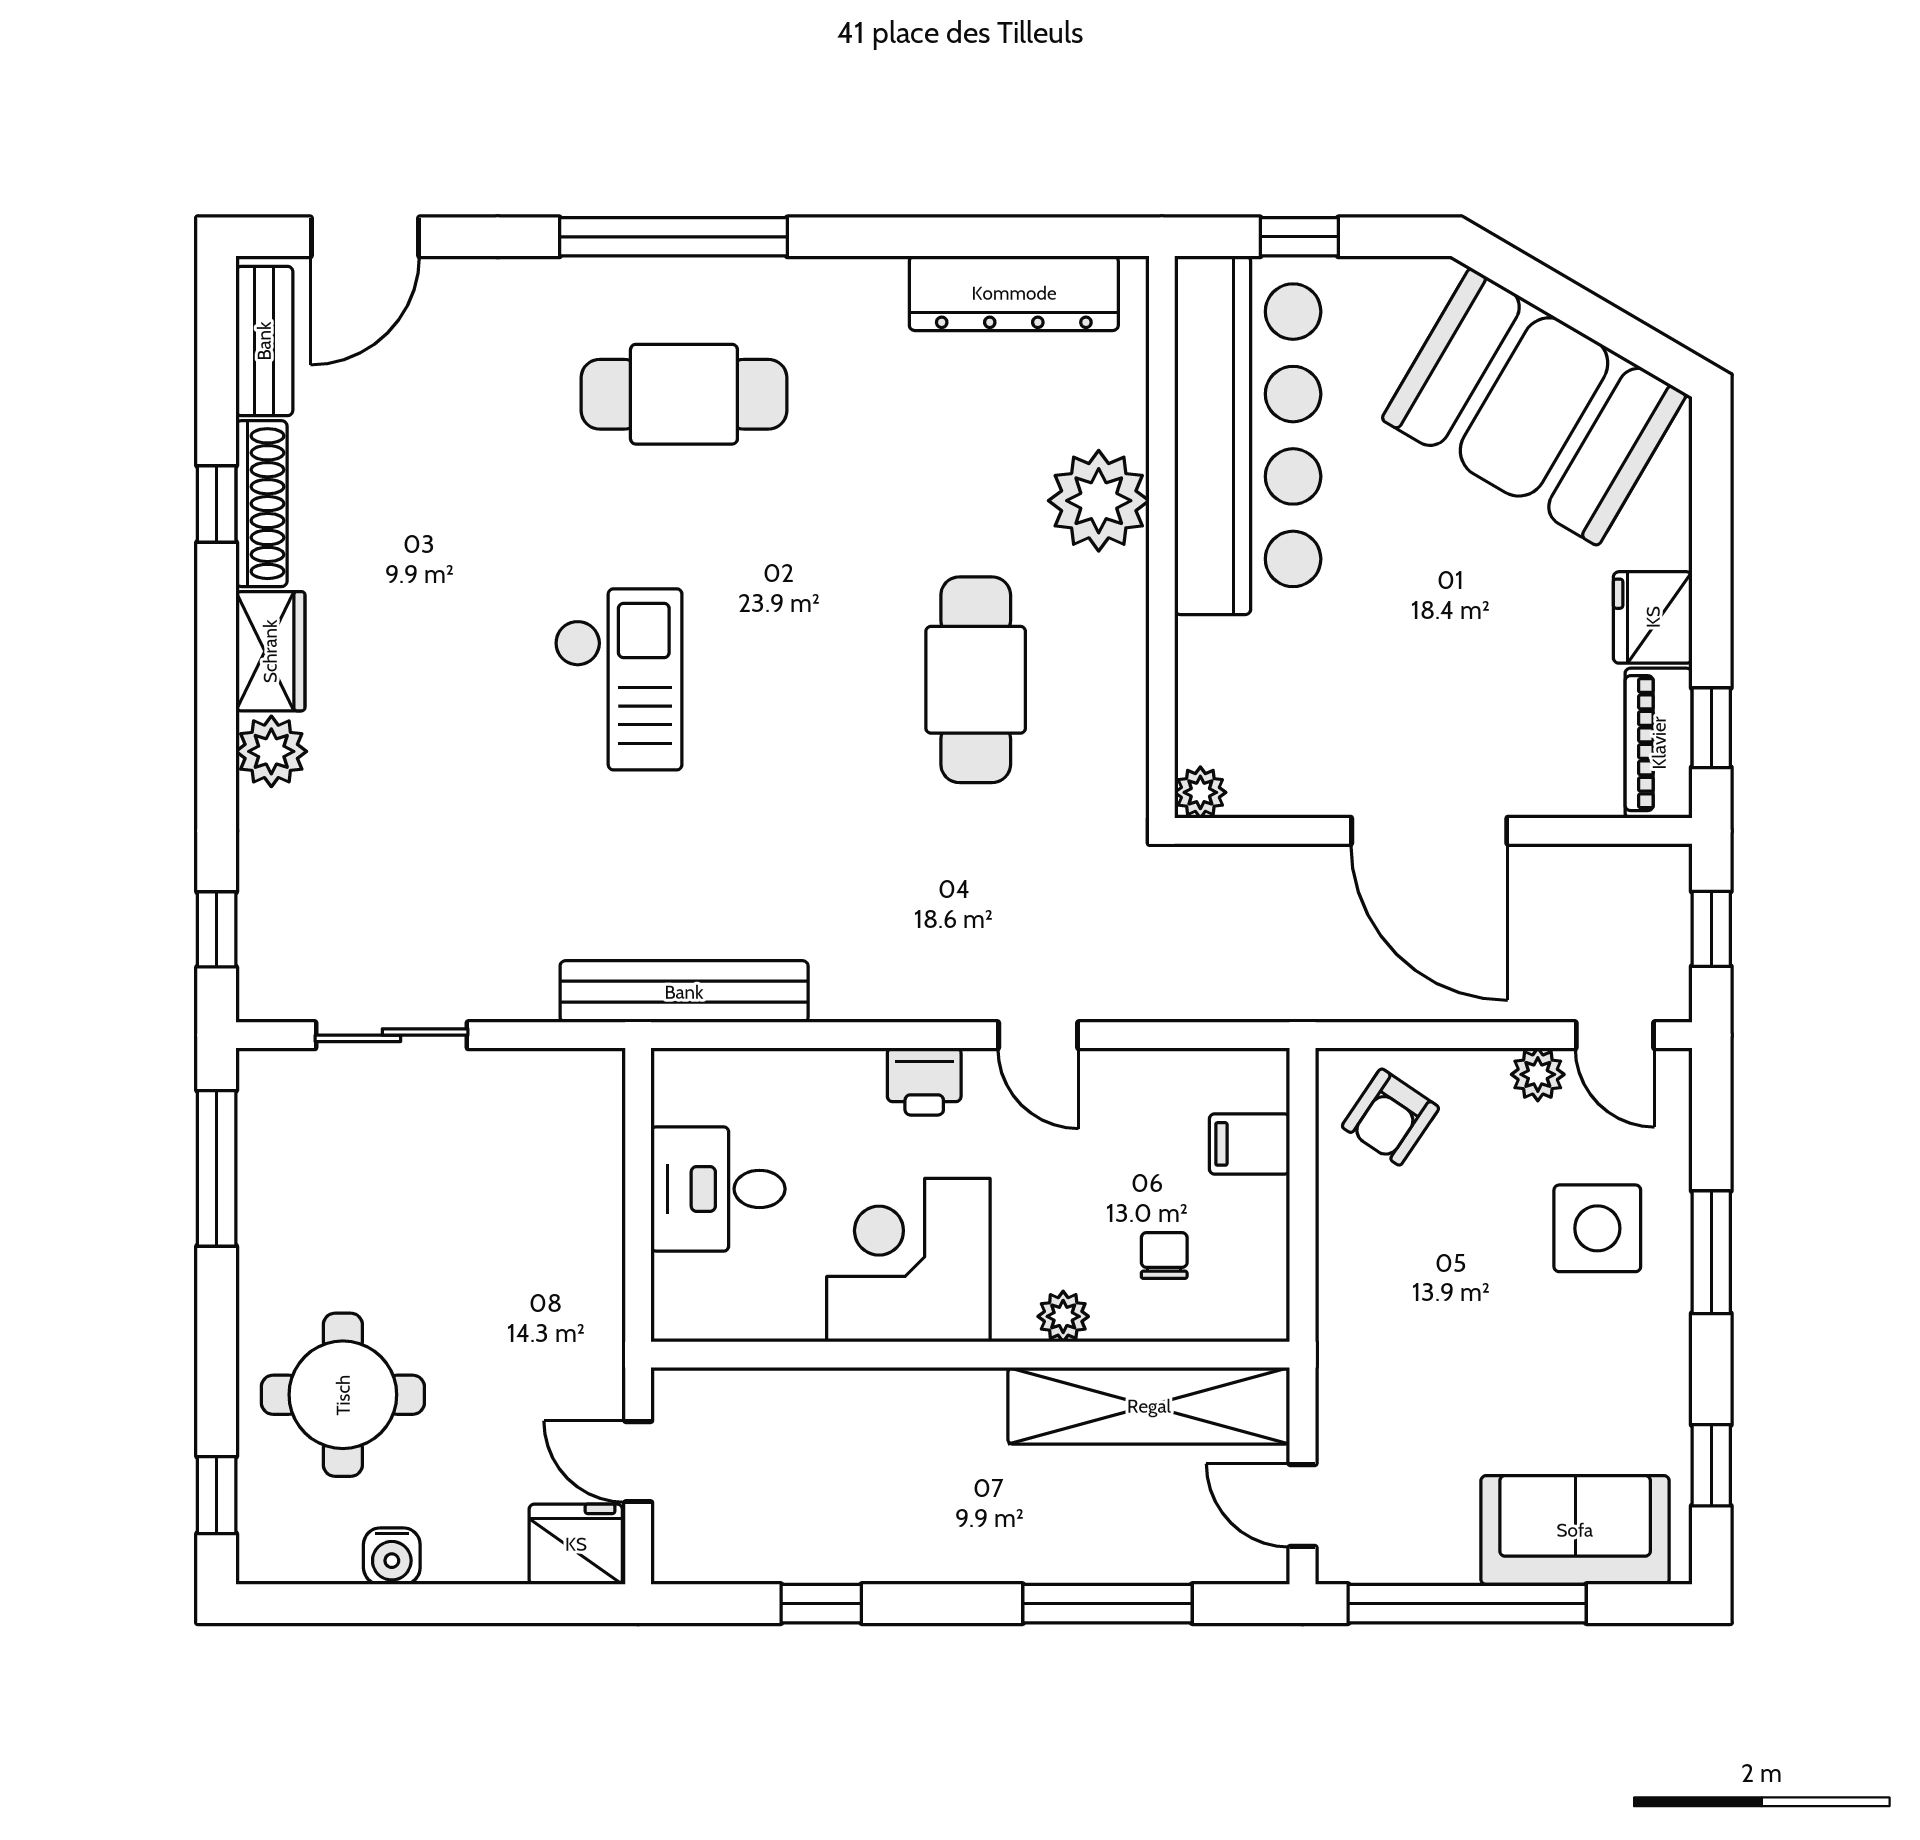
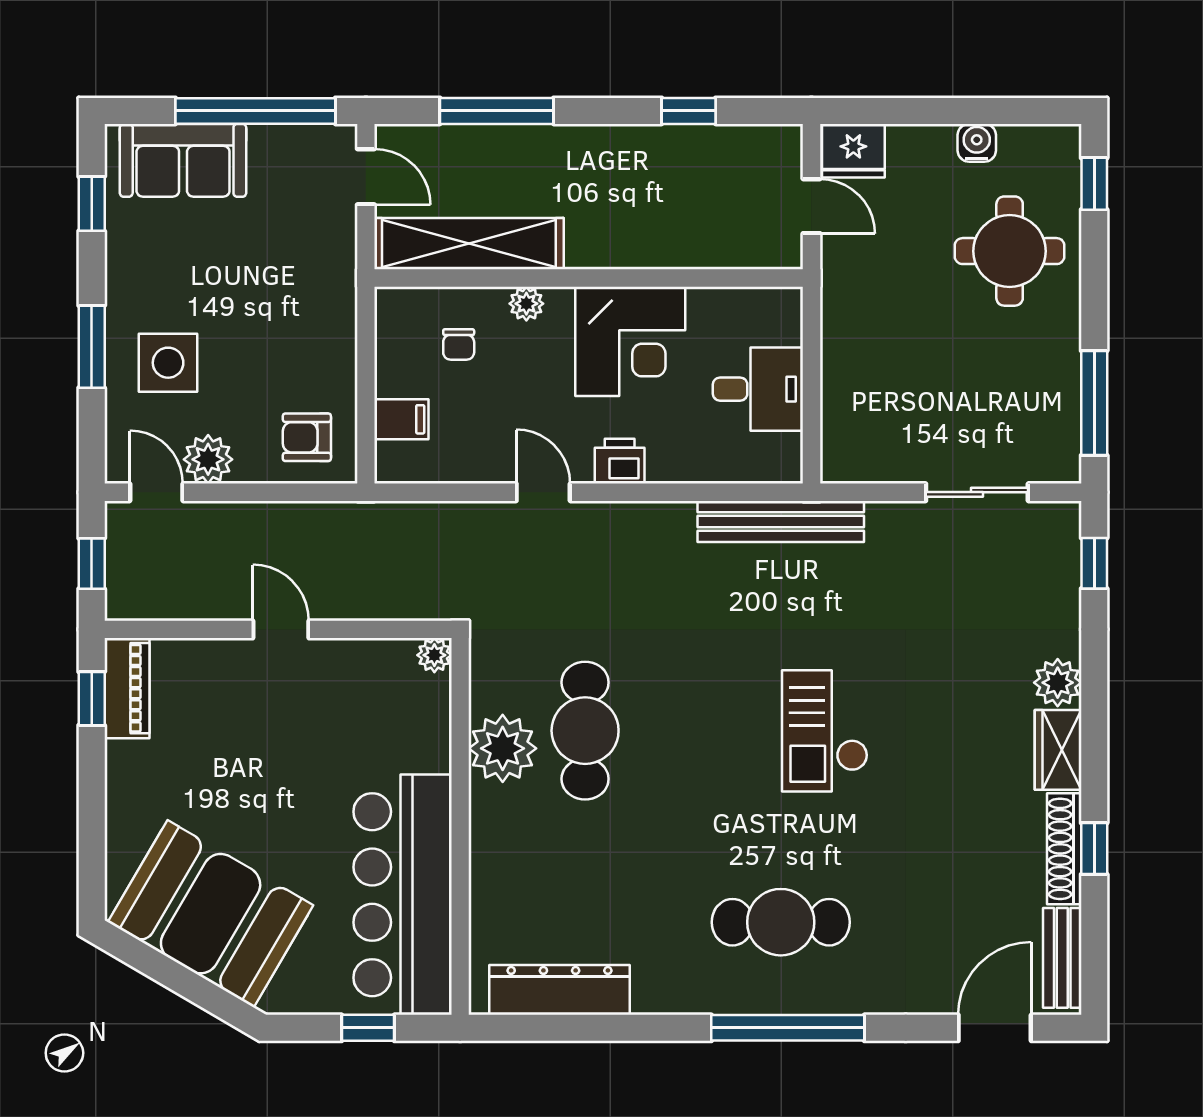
plant: (1099, 501) -> (503, 748), moved
fridge: (1653, 617) -> (131, 772), removed
door: (1429, 831) -> (281, 629), width x0.53
plant: (1538, 1074) -> (208, 459), width x1.38, depth x1.38
armchair: (1390, 1117) -> (307, 437), turned -124

